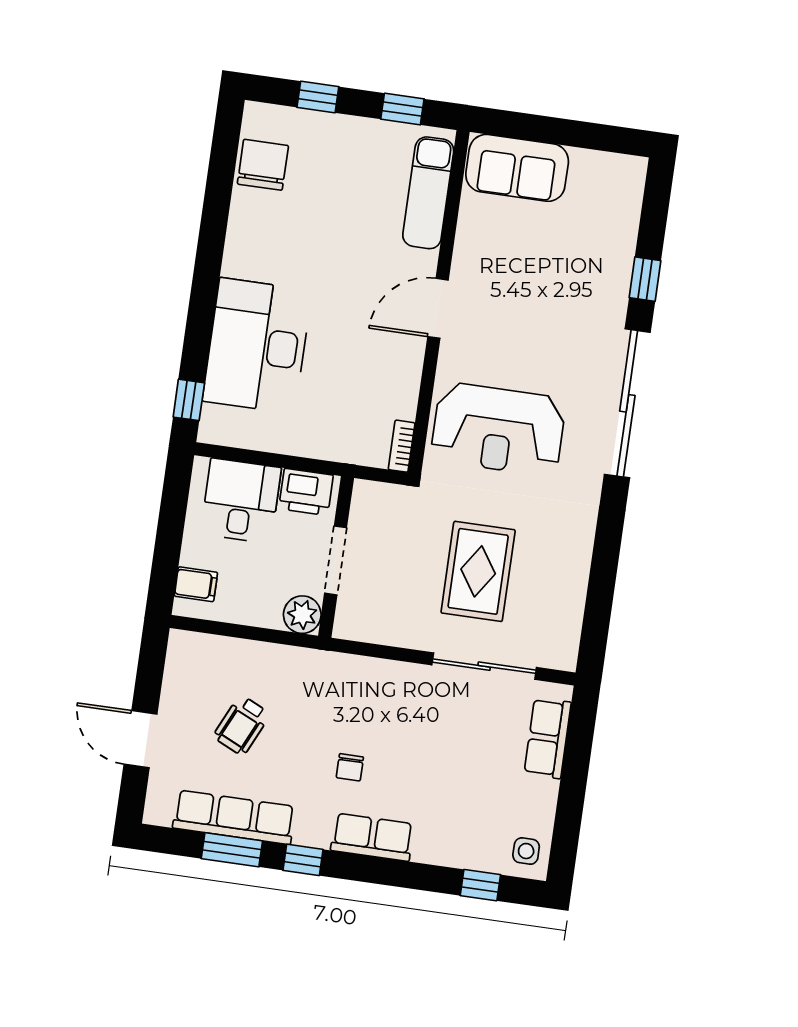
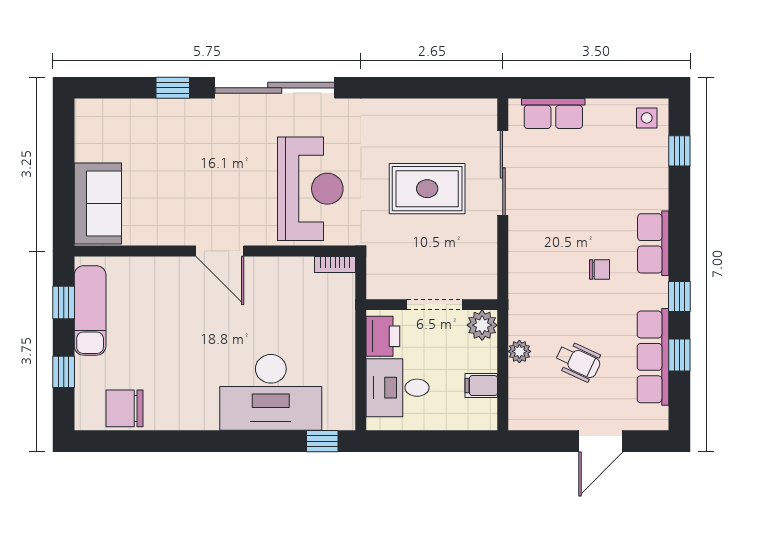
exam couch: (428, 193) -> (90, 310), moved, turned -90
filing cabinet: (196, 584) -> (481, 386), moved, turned -90
plant: (264, 656) -> (519, 351), added
window: (232, 850) -> (679, 355), width x0.67

